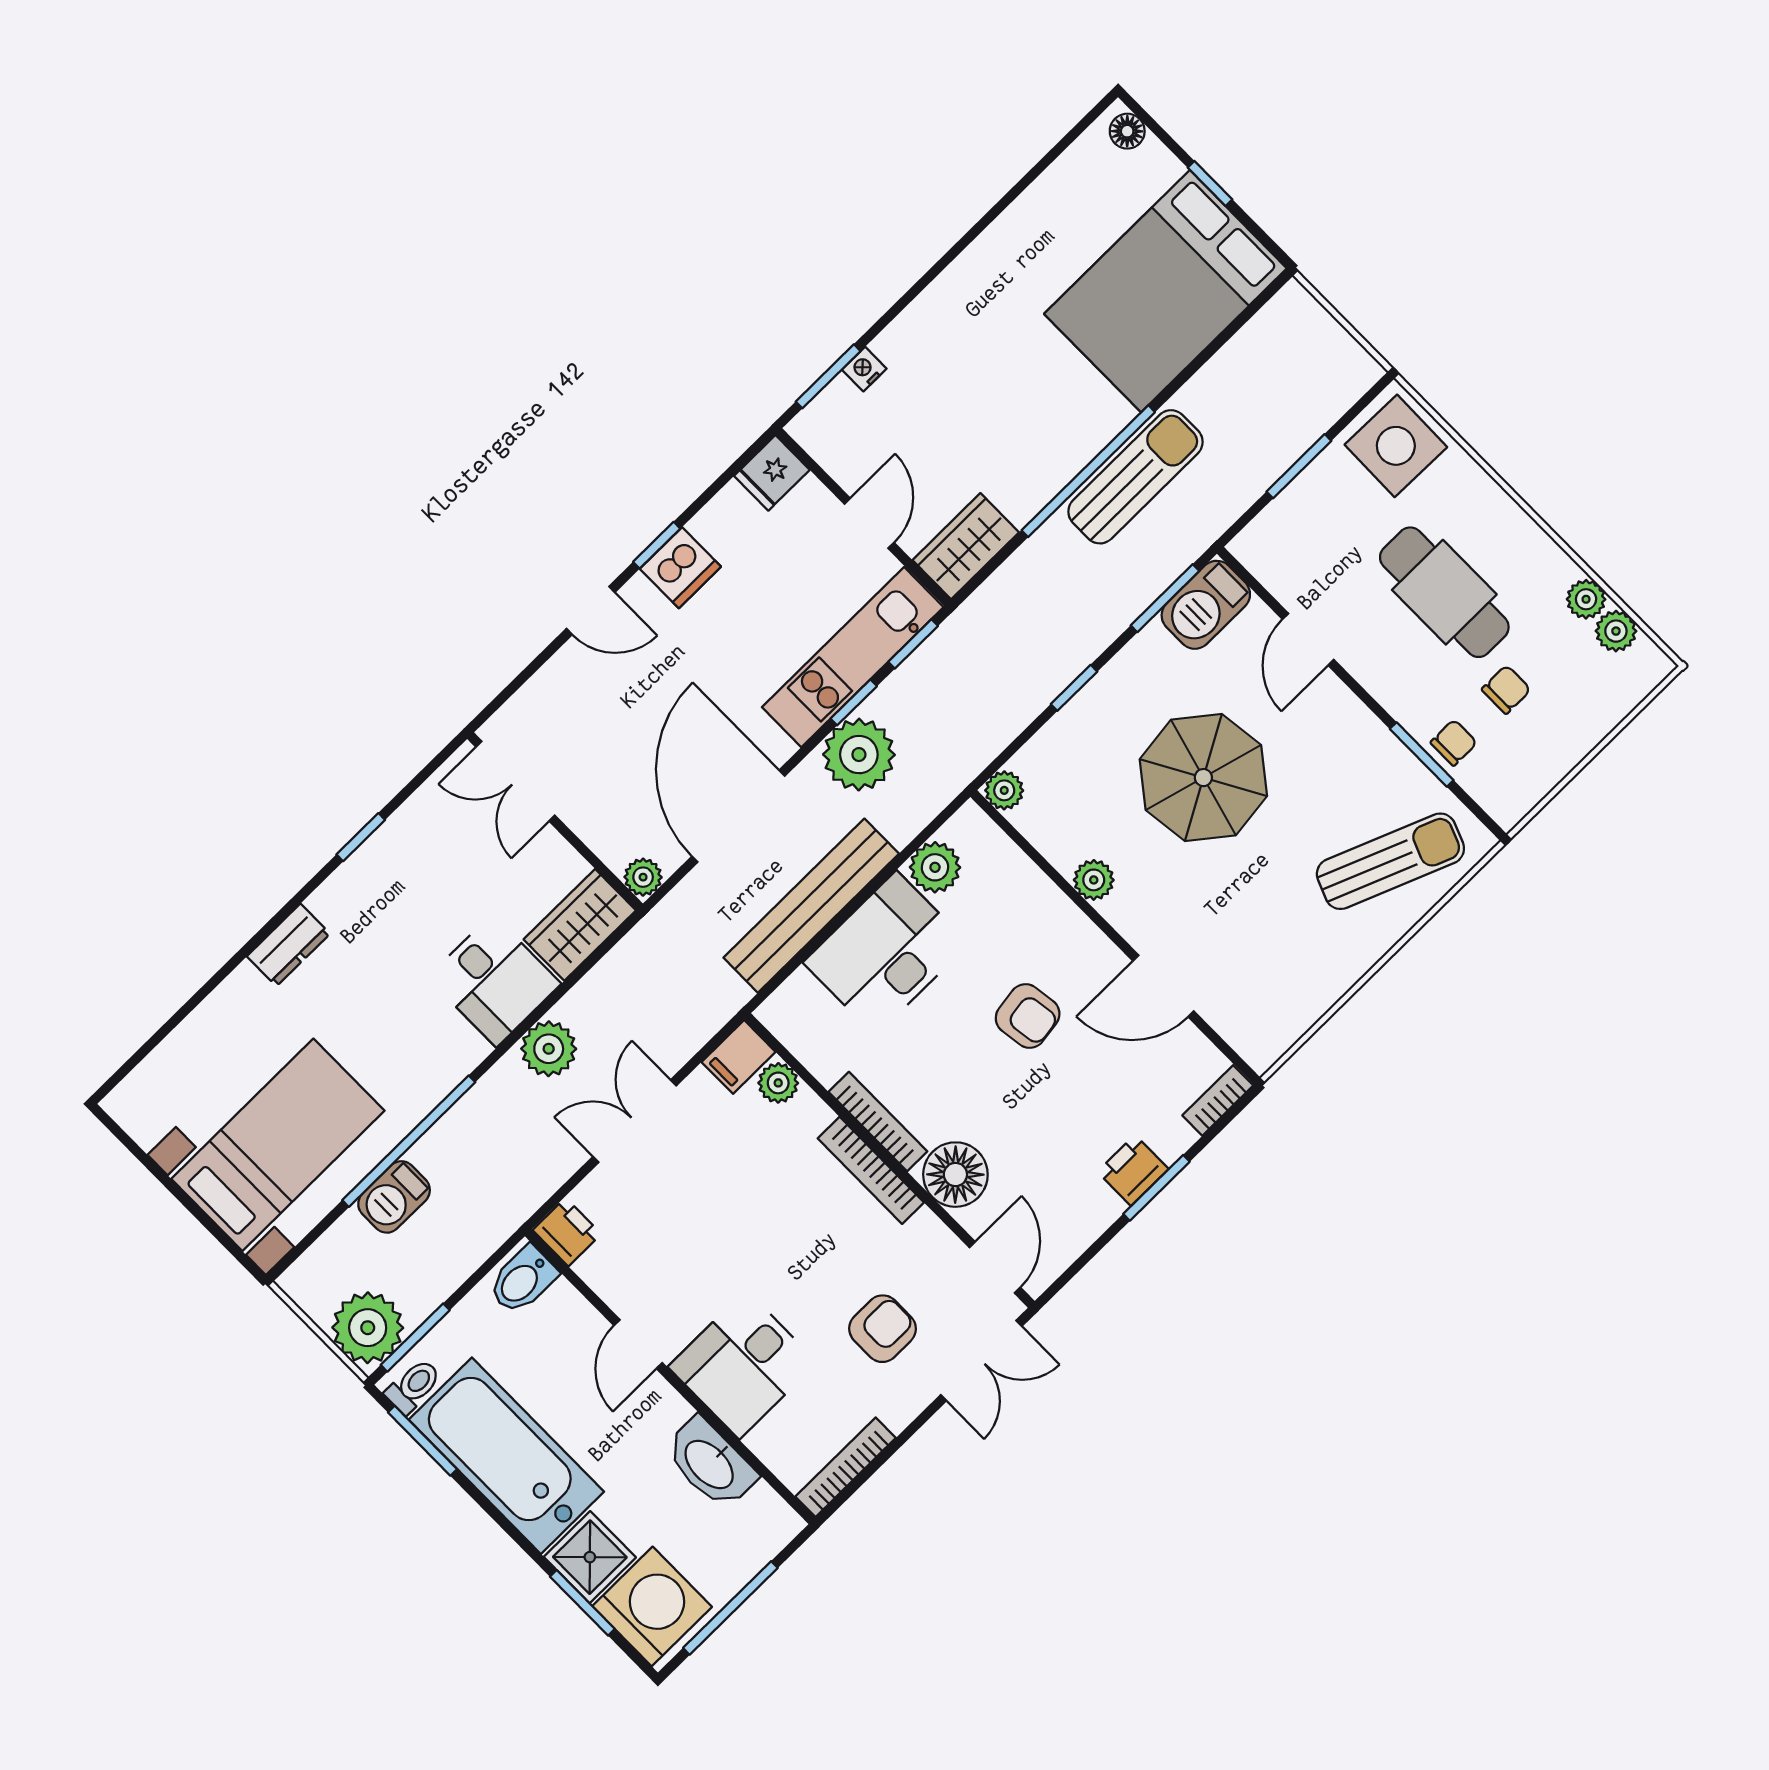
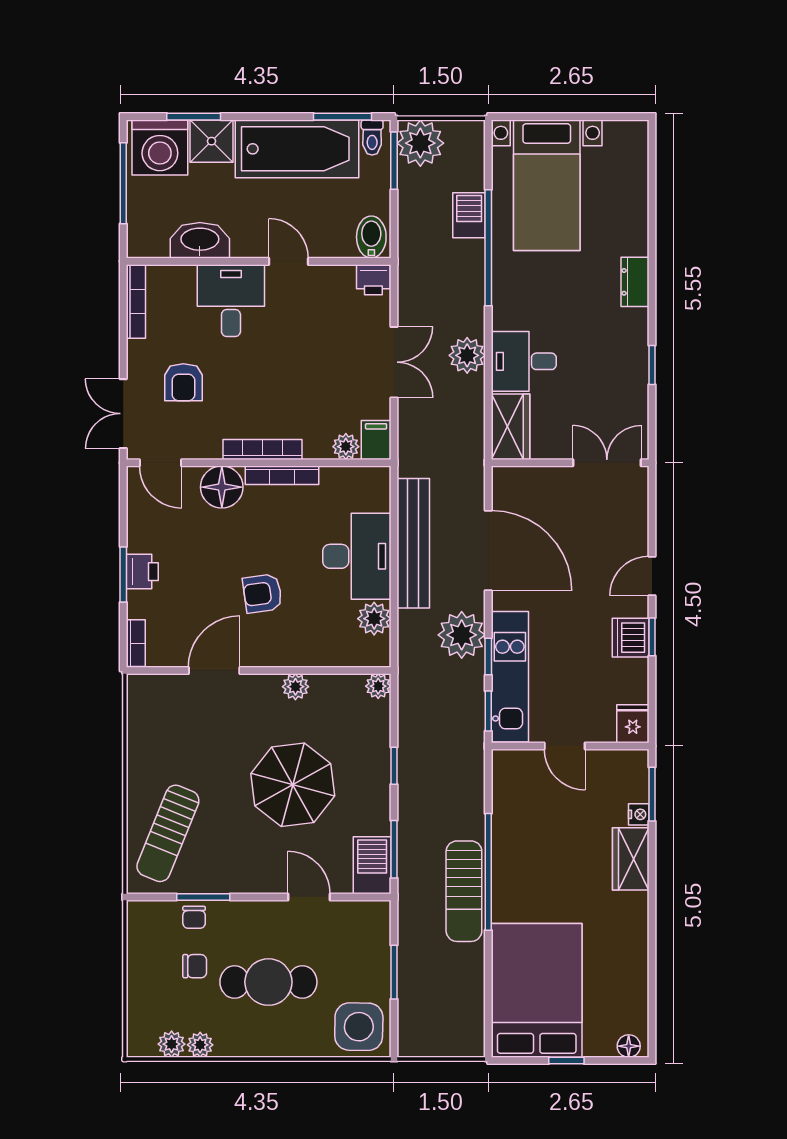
wardrobe: (966, 546) -> (631, 859), moved, turned 180
chair: (1506, 690) -> (195, 966), turned -90
plant: (643, 877) -> (504, 478), removed

